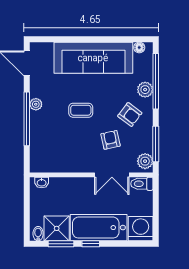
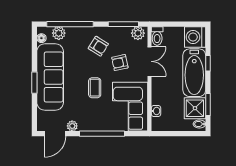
window: (87, 39) -> (34, 83), added
plant: (145, 90) -> (59, 33), moved
plant: (36, 104) -> (72, 126), moved
armchair: (130, 115) -> (98, 46), turned 85
corner sofa: (59, 152) -> (130, 107), added
washbasin: (42, 182) -> (156, 111), moved
window: (91, 244) -> (208, 63), moved

